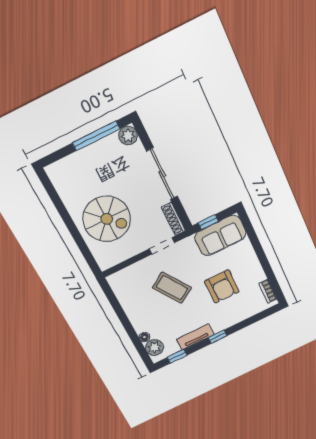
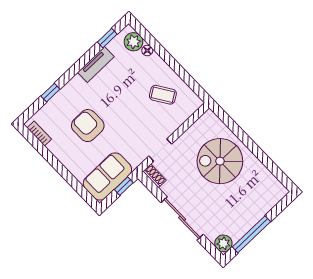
shoe rack: (173, 219) -> (155, 176), width x0.70
coffee table: (172, 288) -> (163, 95), moved, width x0.73, depth x0.77
window: (218, 337) -> (50, 93), moved

